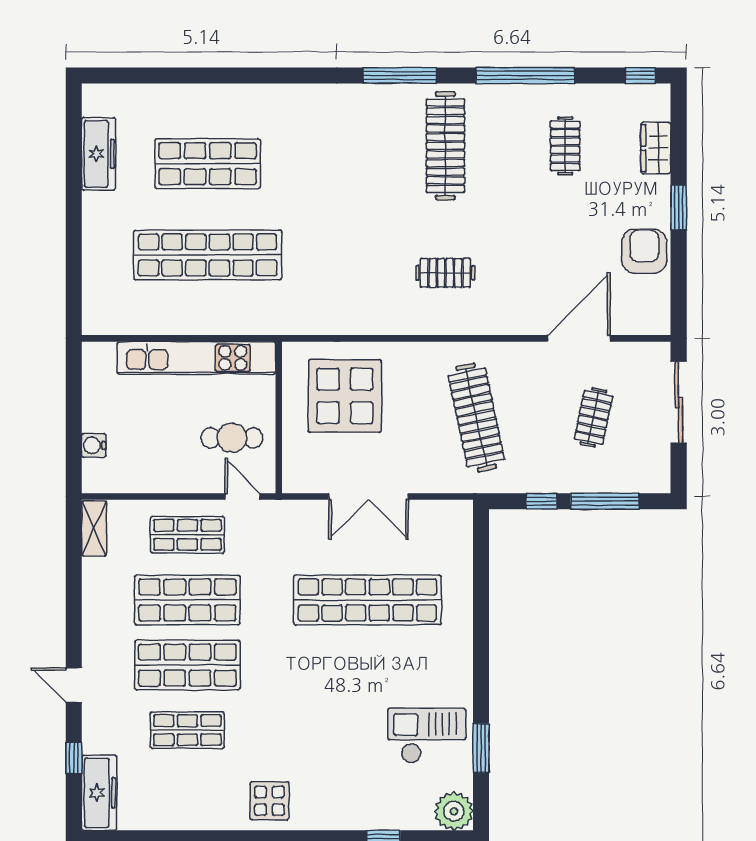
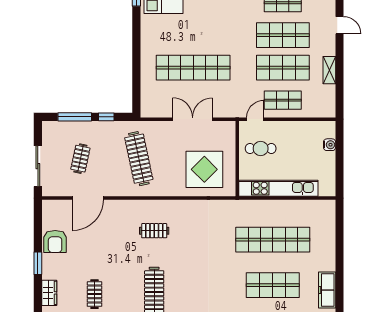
door: (243, 496) -> (255, 119), swing flipped
shelving: (94, 528) -> (329, 70), moved

